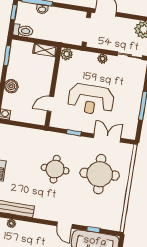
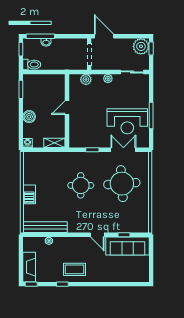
shelving: (45, 50) -> (54, 143), moved
plant: (67, 54) -> (86, 79), moved
reception desk: (91, 99) -> (127, 121), moved
door: (50, 104) -> (67, 108), moved

